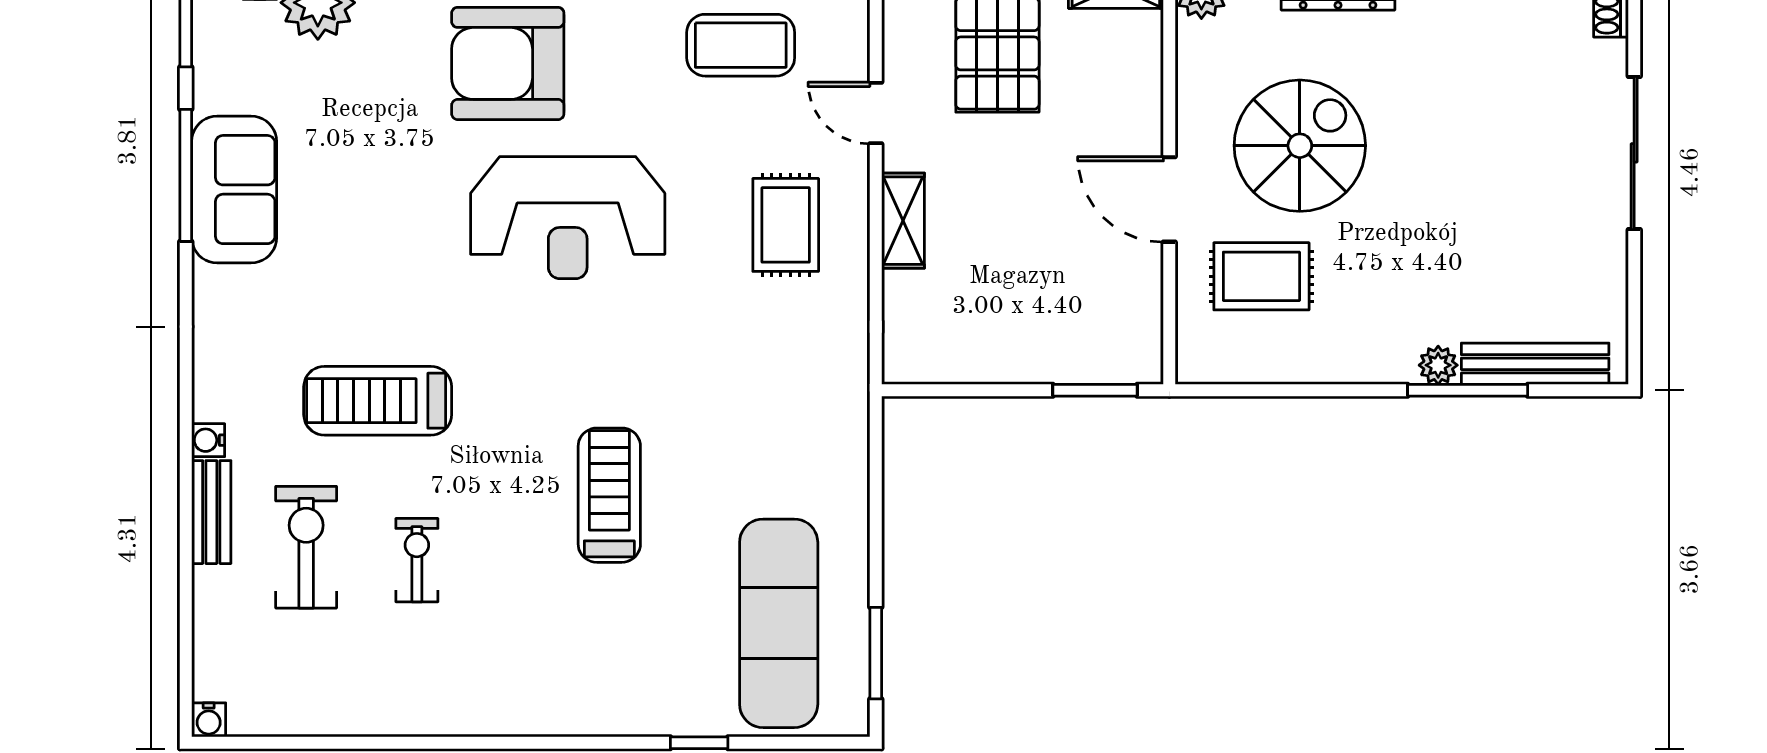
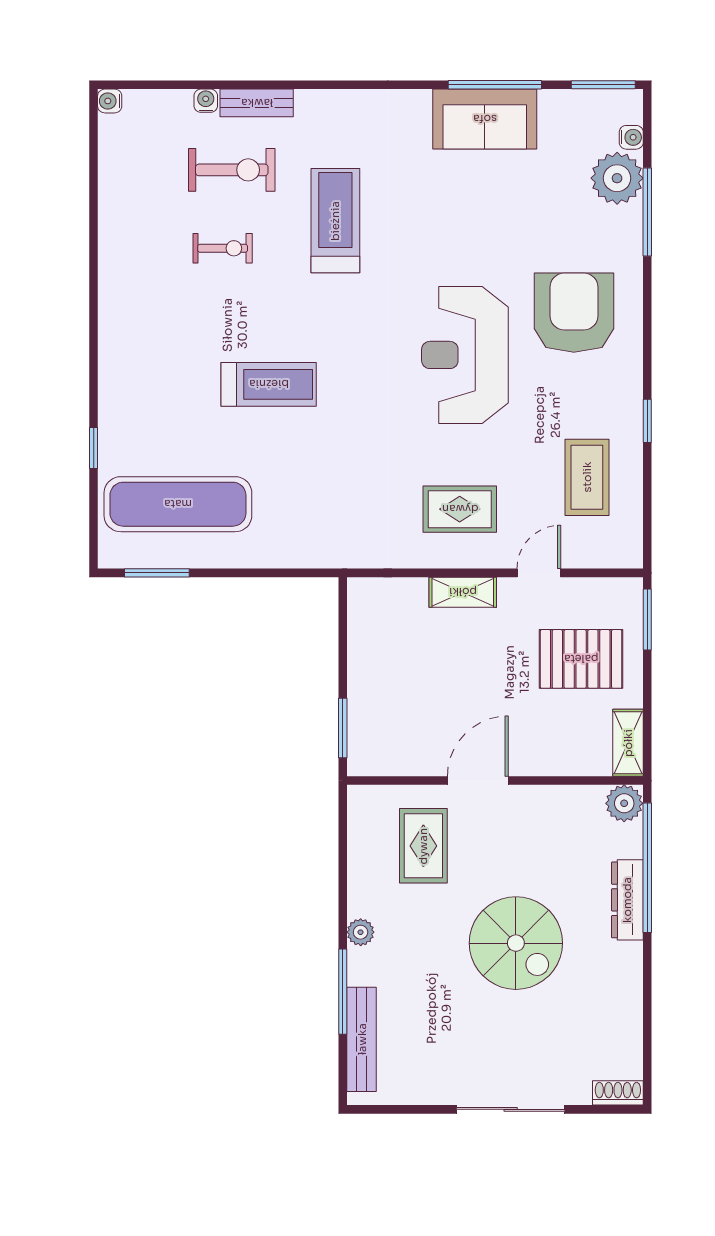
spiral stairs: (1300, 146) -> (516, 943), moved
plant: (1438, 365) -> (361, 932), moved
water cooler: (208, 440) -> (206, 101), moved

